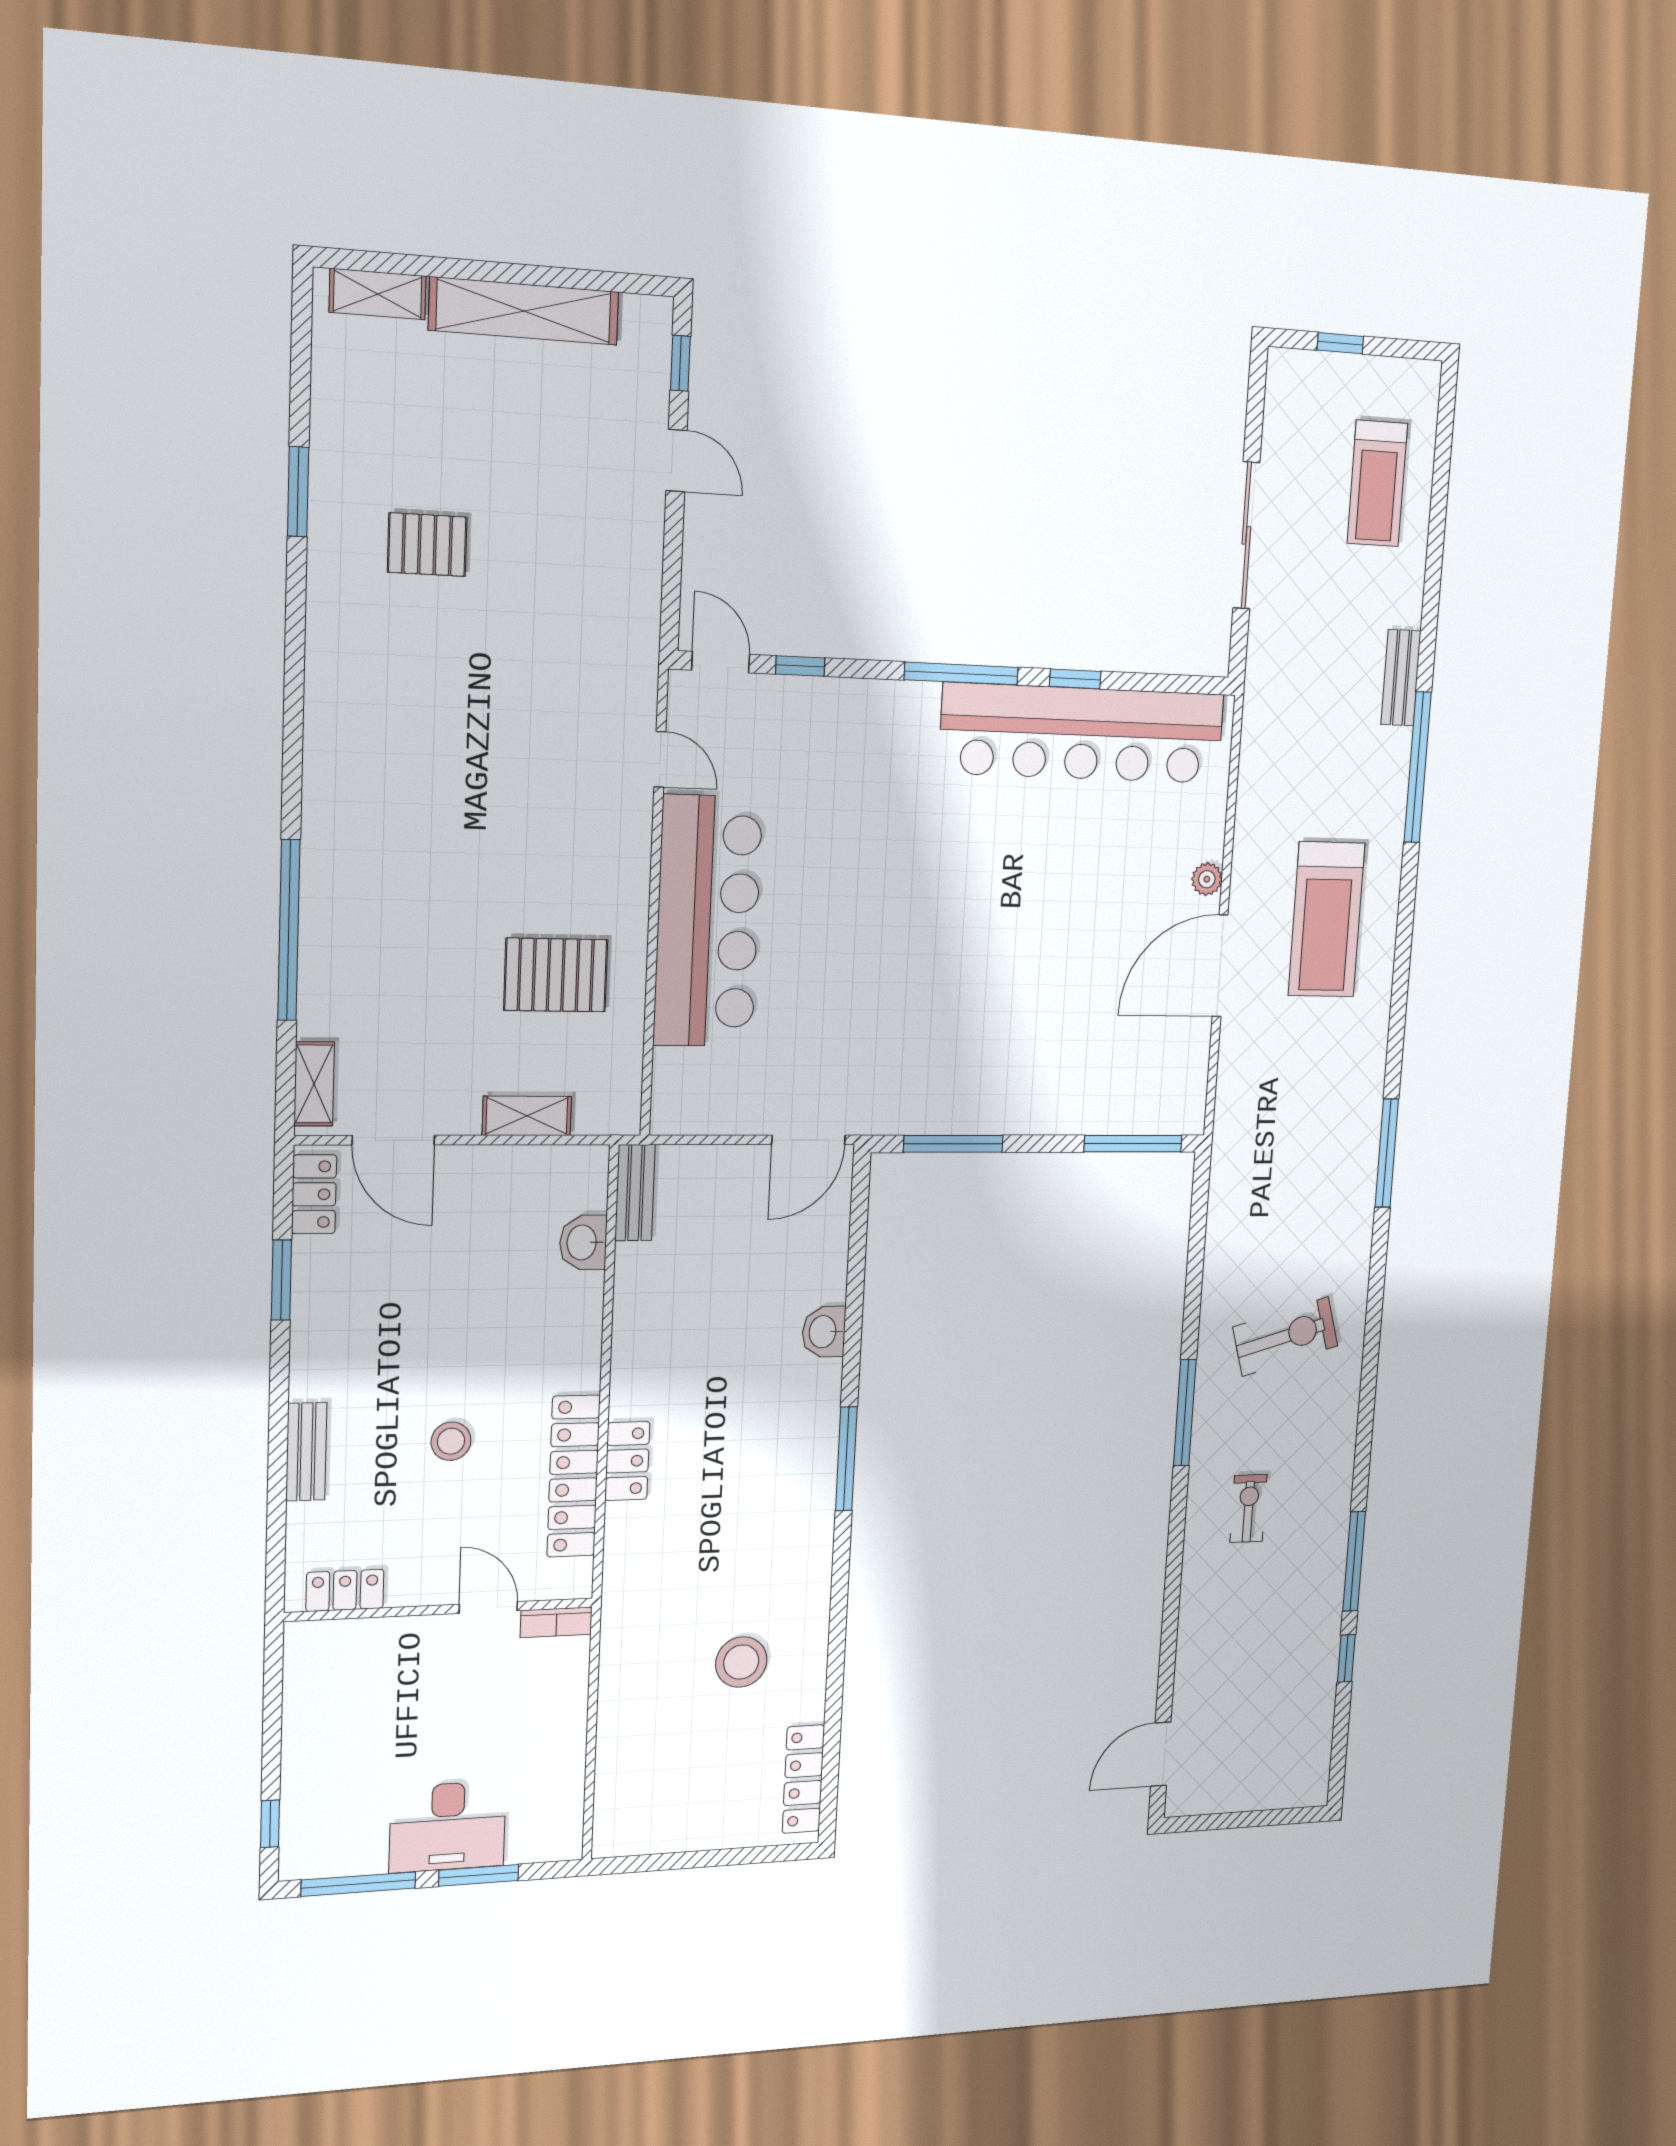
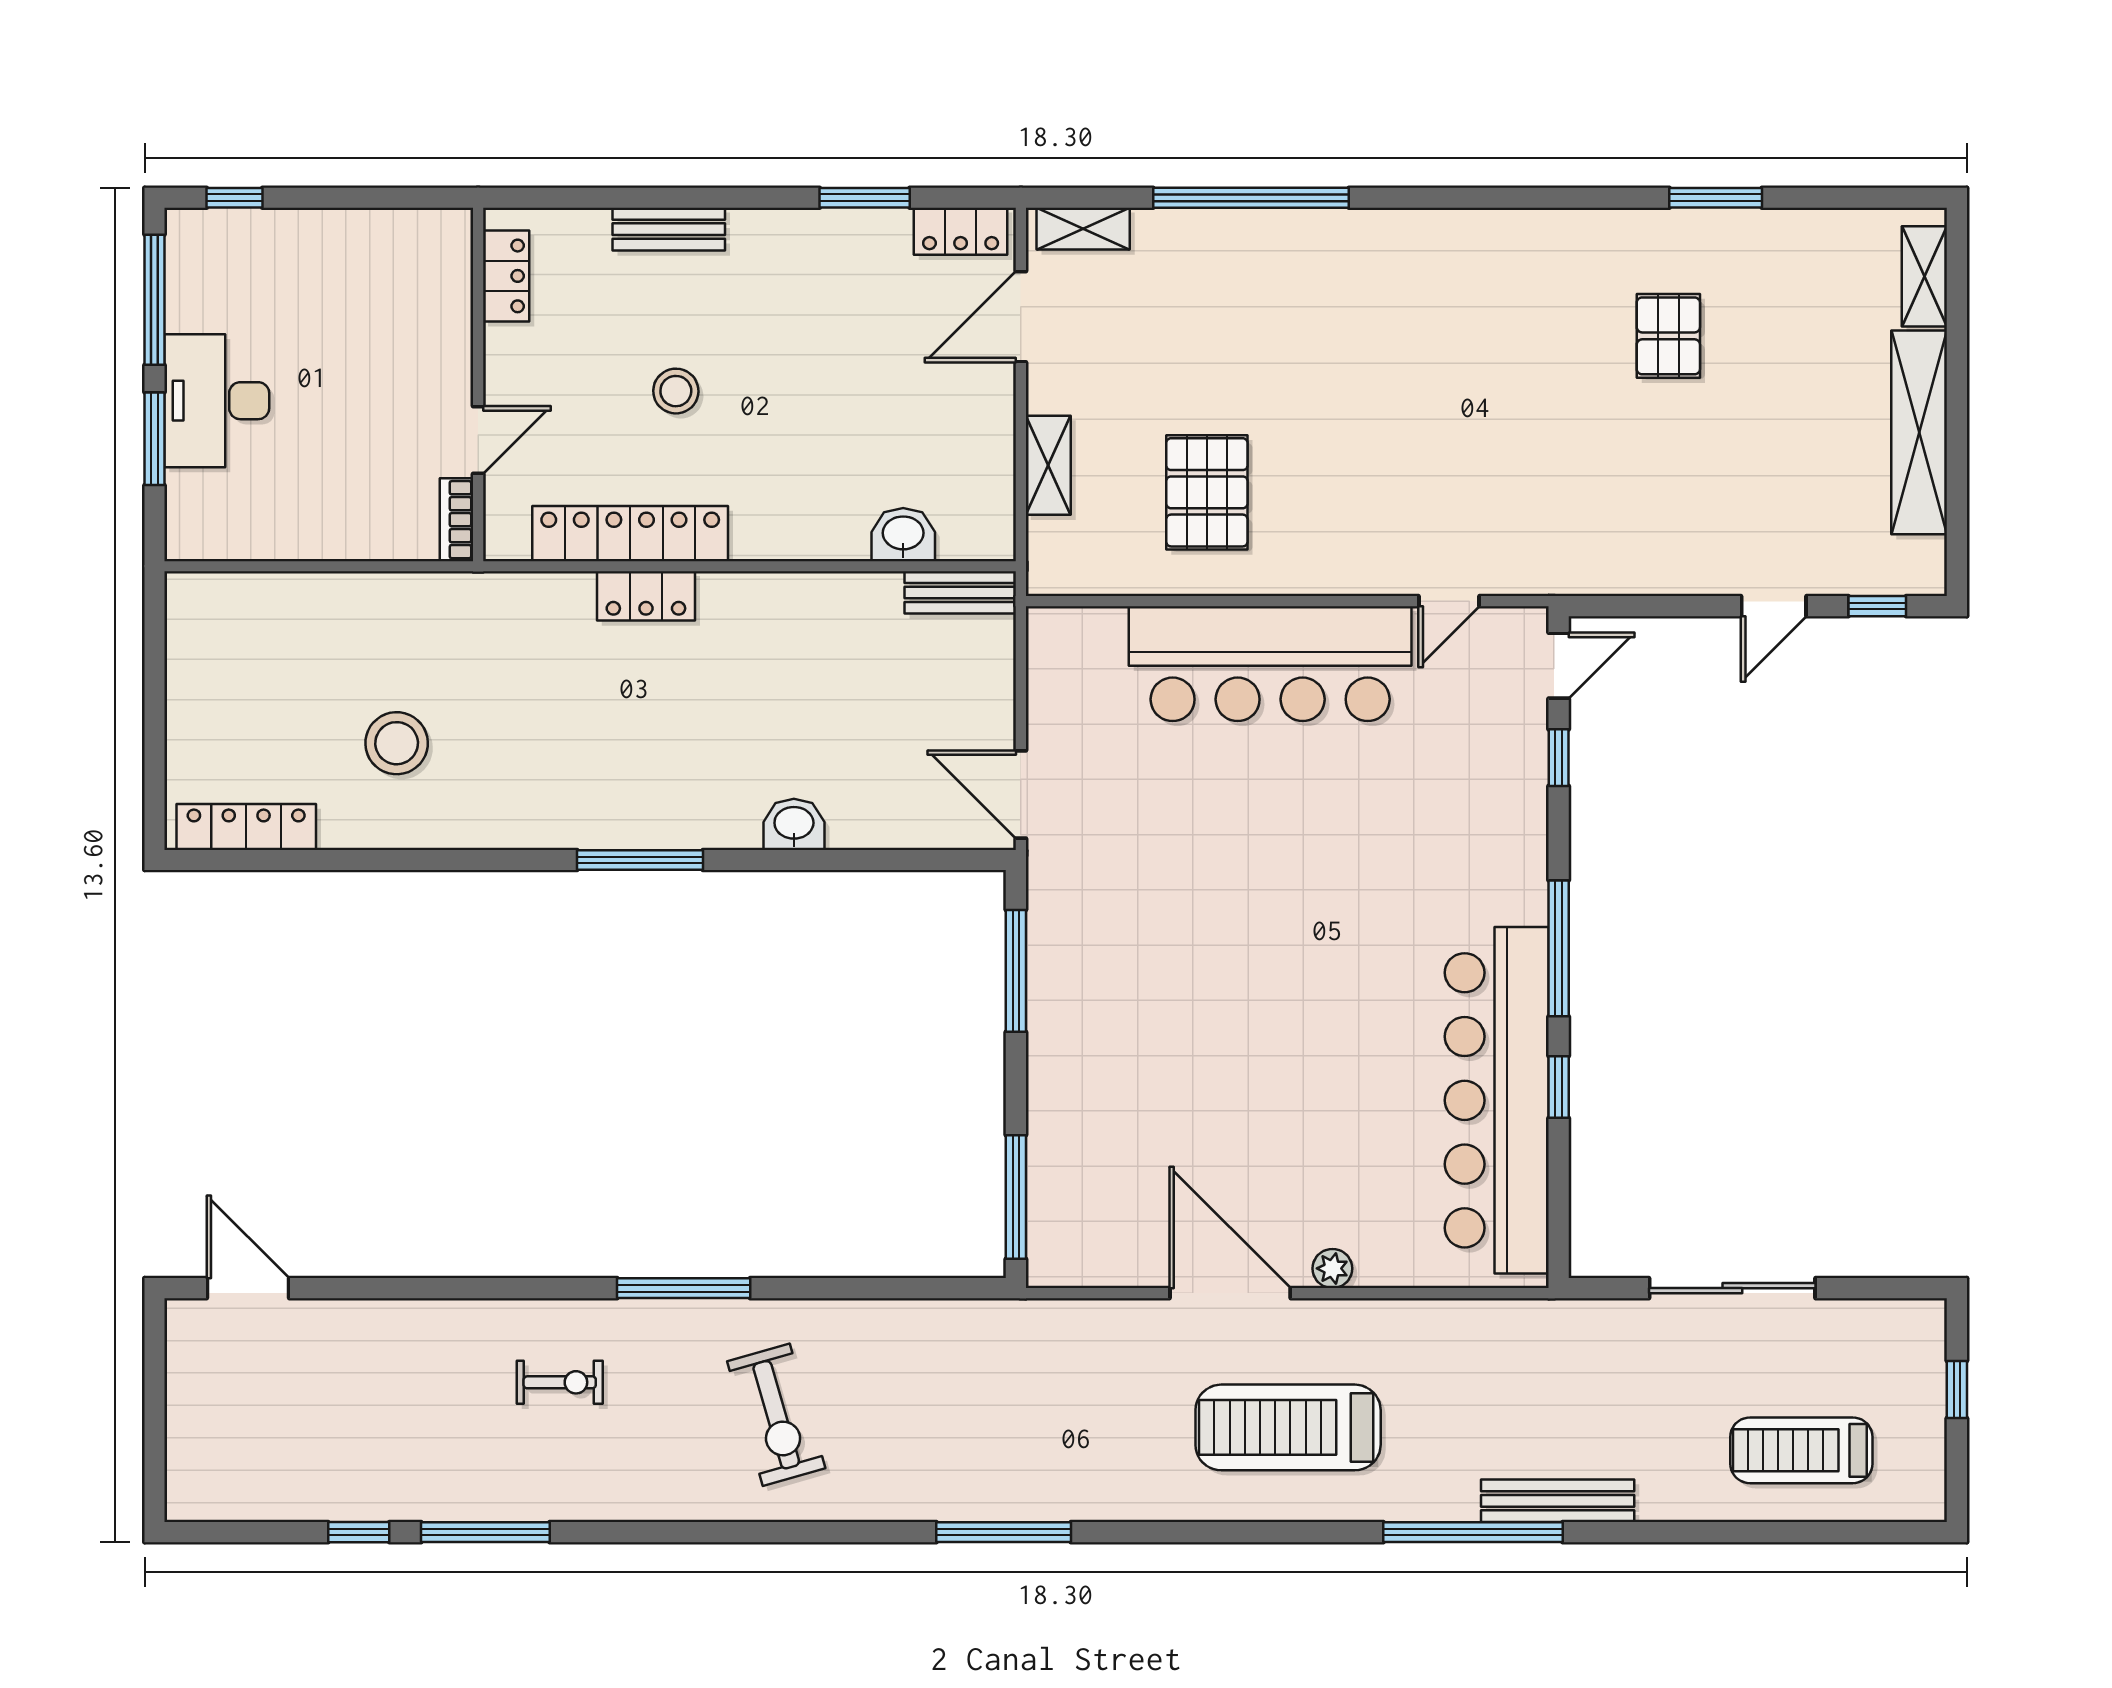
bench: (1401, 678) -> (1558, 1501), width x1.36

